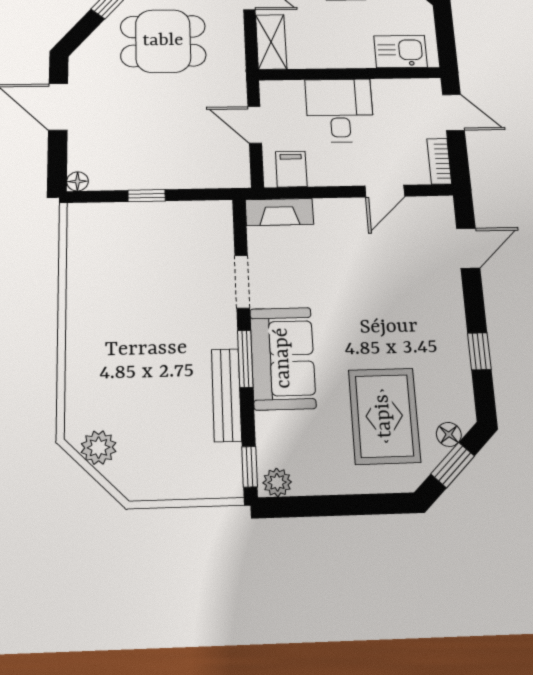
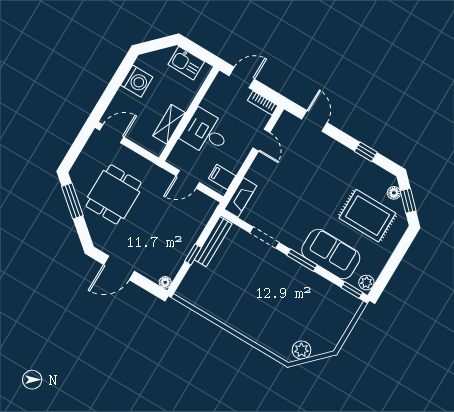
shelving: (271, 42) -> (169, 124), moved, turned 90
kitchen sink: (400, 51) -> (186, 63), moved, turned -90
sofa: (283, 358) -> (331, 254), moved
bench: (226, 395) -> (213, 242), moved, turned 90

